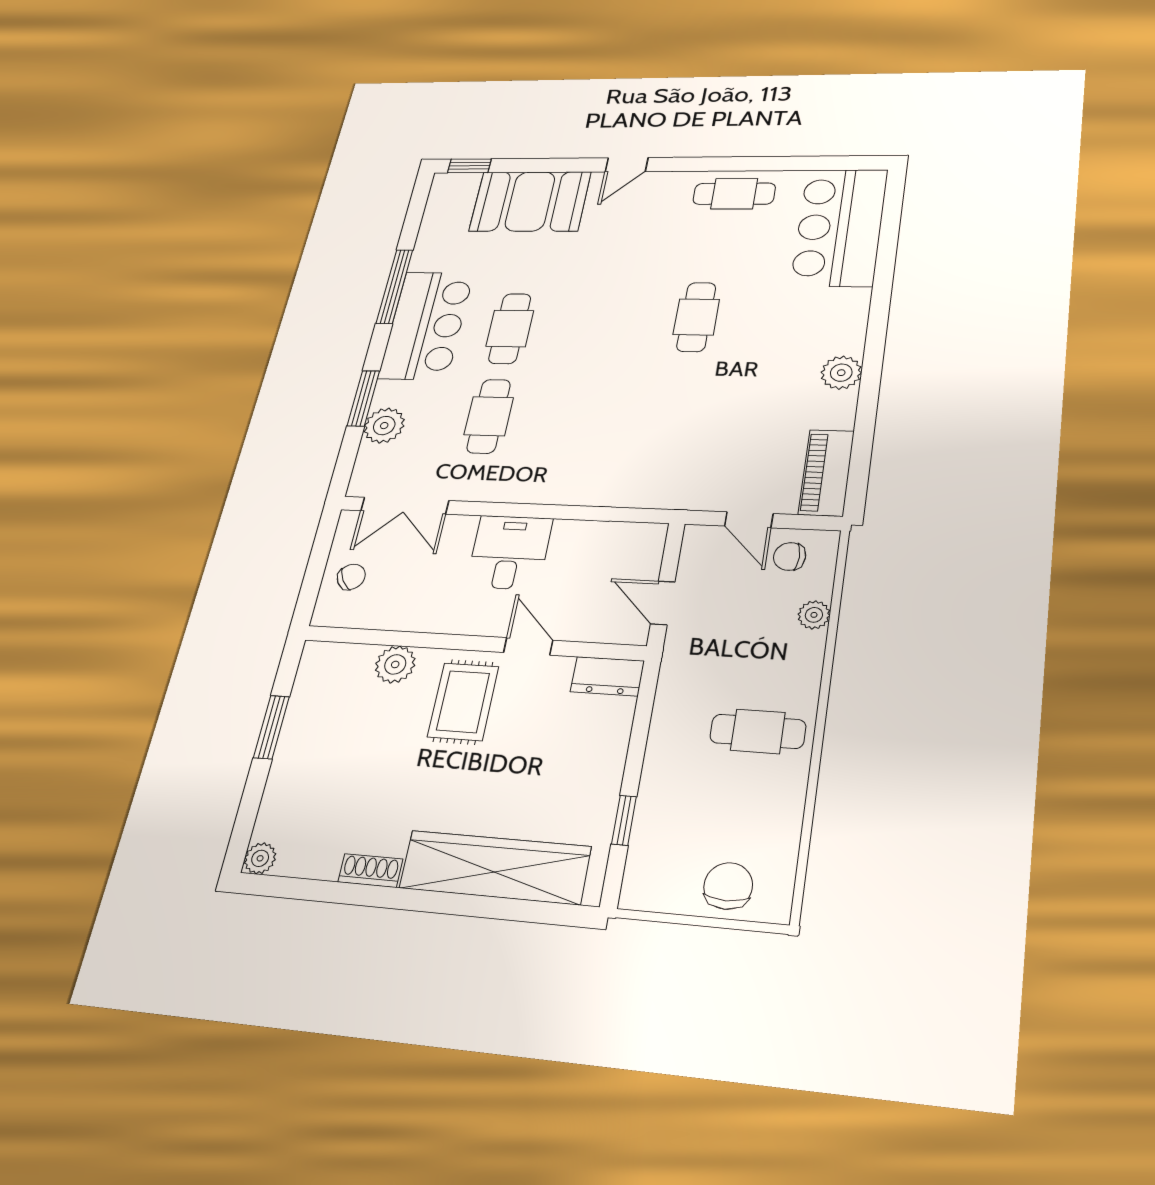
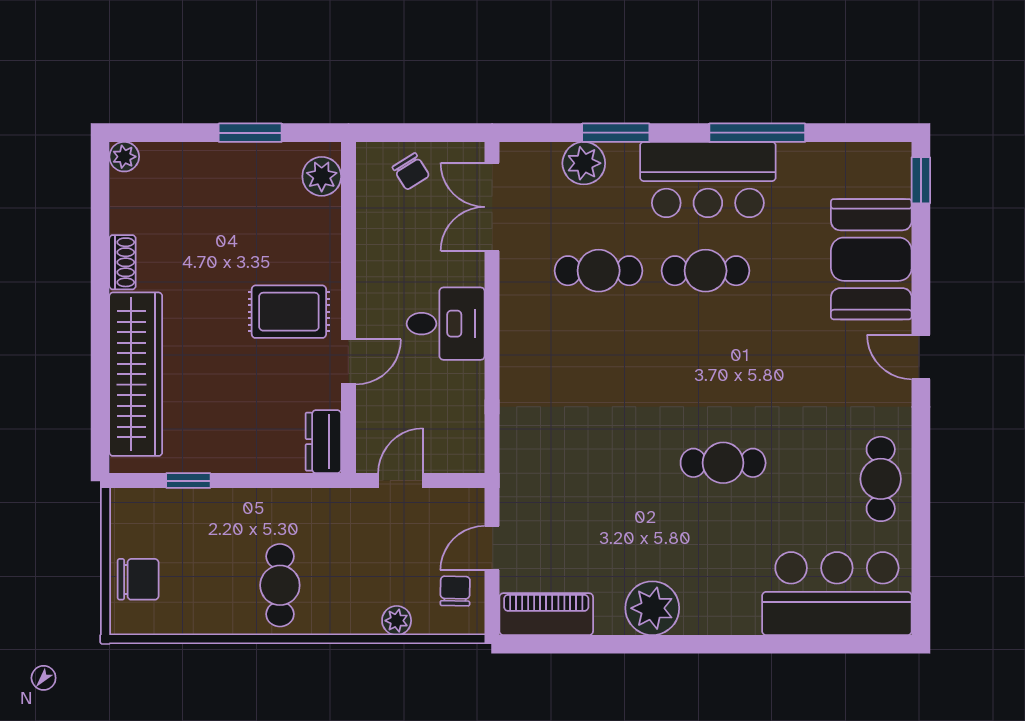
plant: (841, 373) -> (652, 608), width x1.36, depth x1.36
plant: (395, 664) -> (322, 176), moved

